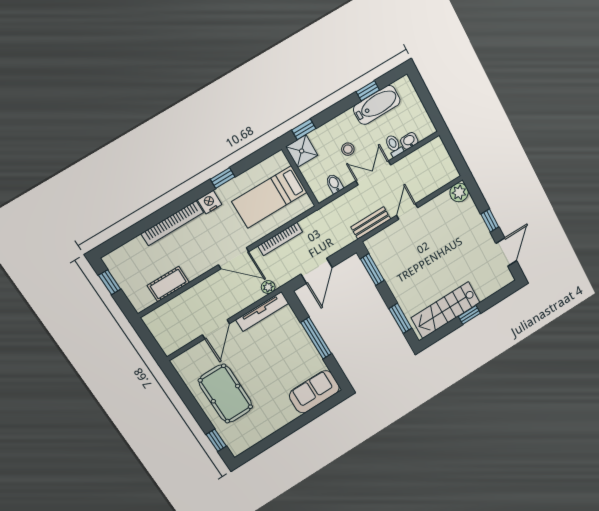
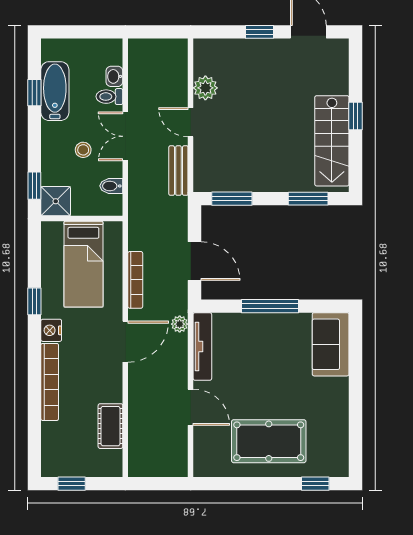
plant: (459, 192) -> (205, 88), moved

